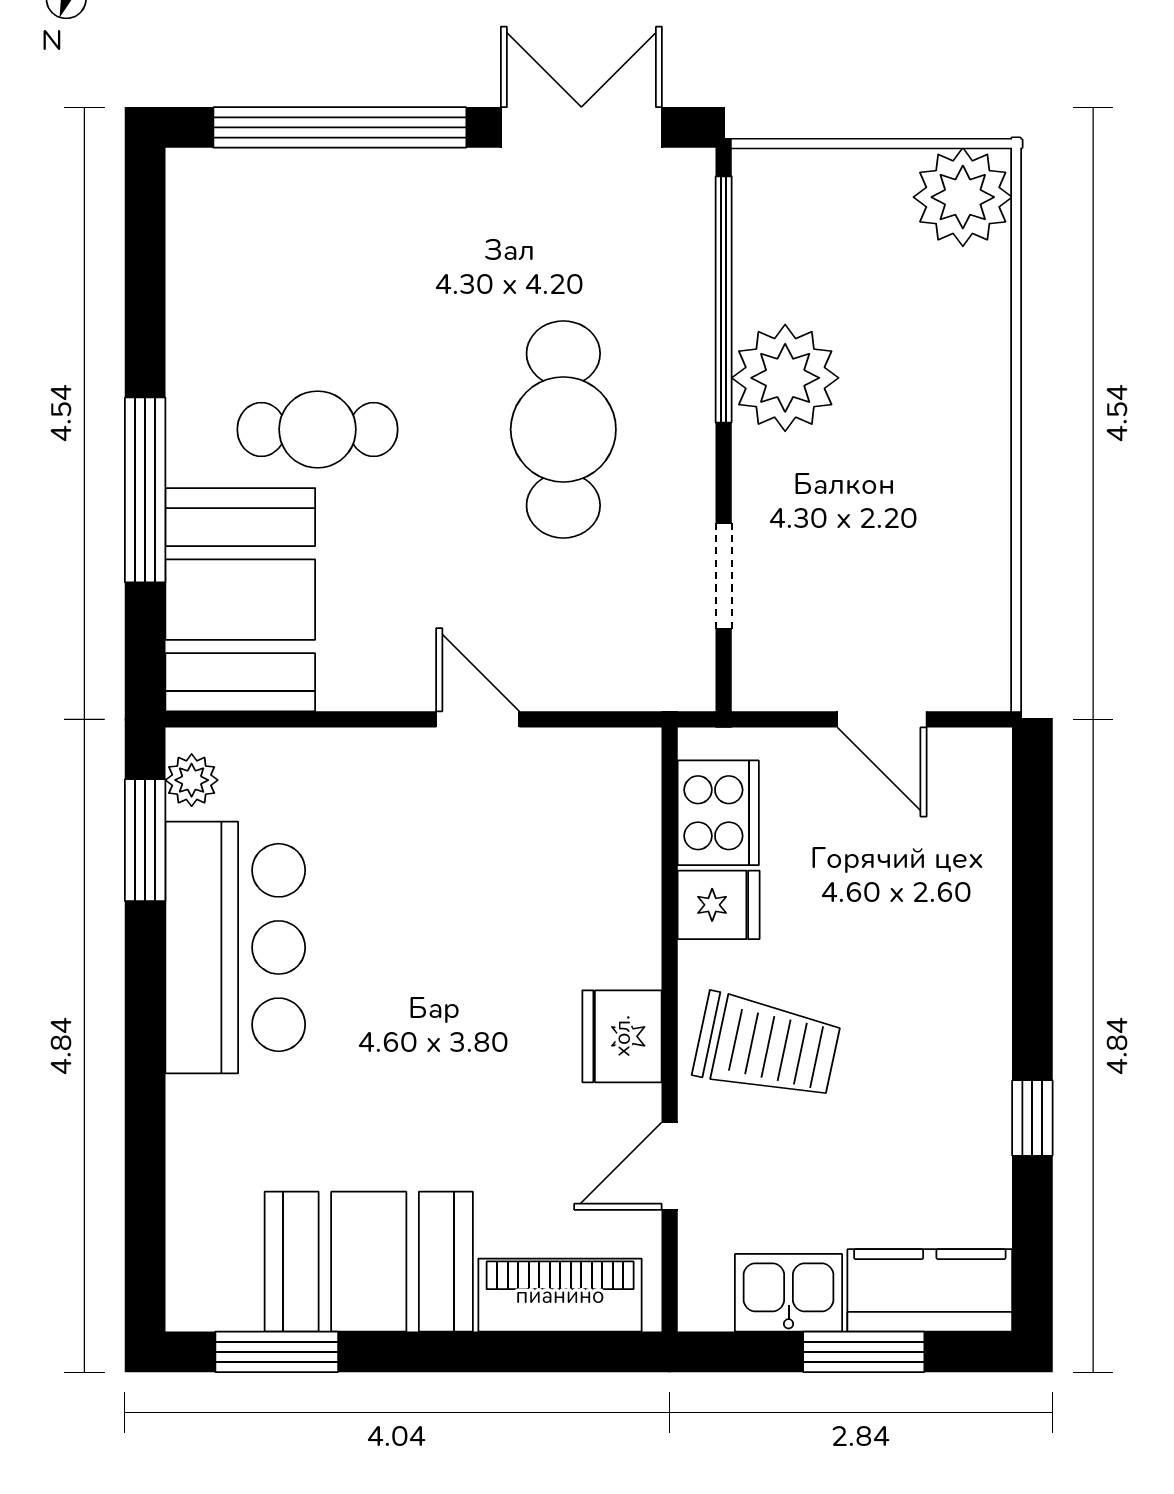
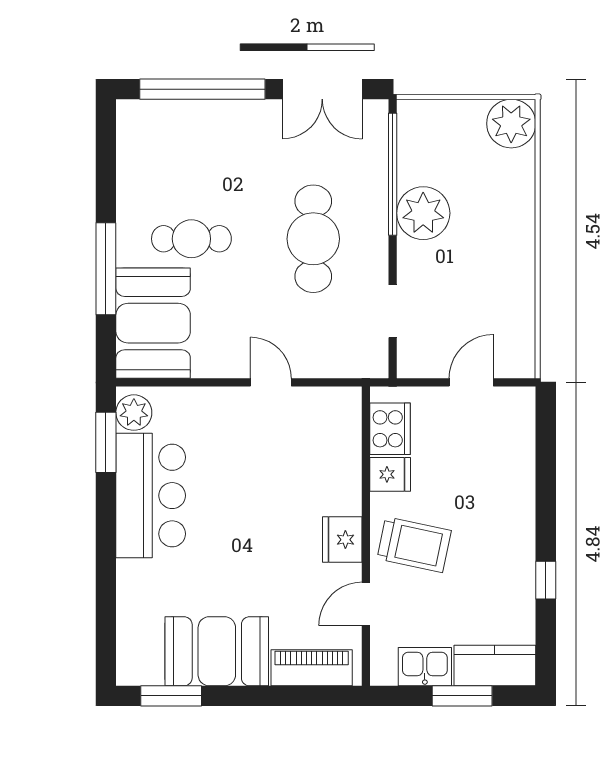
double door: (581, 127) -> (322, 89), swing flipped
door: (882, 719) -> (471, 382), swing flipped
plant: (192, 780) -> (134, 413), width x1.38, depth x1.38

